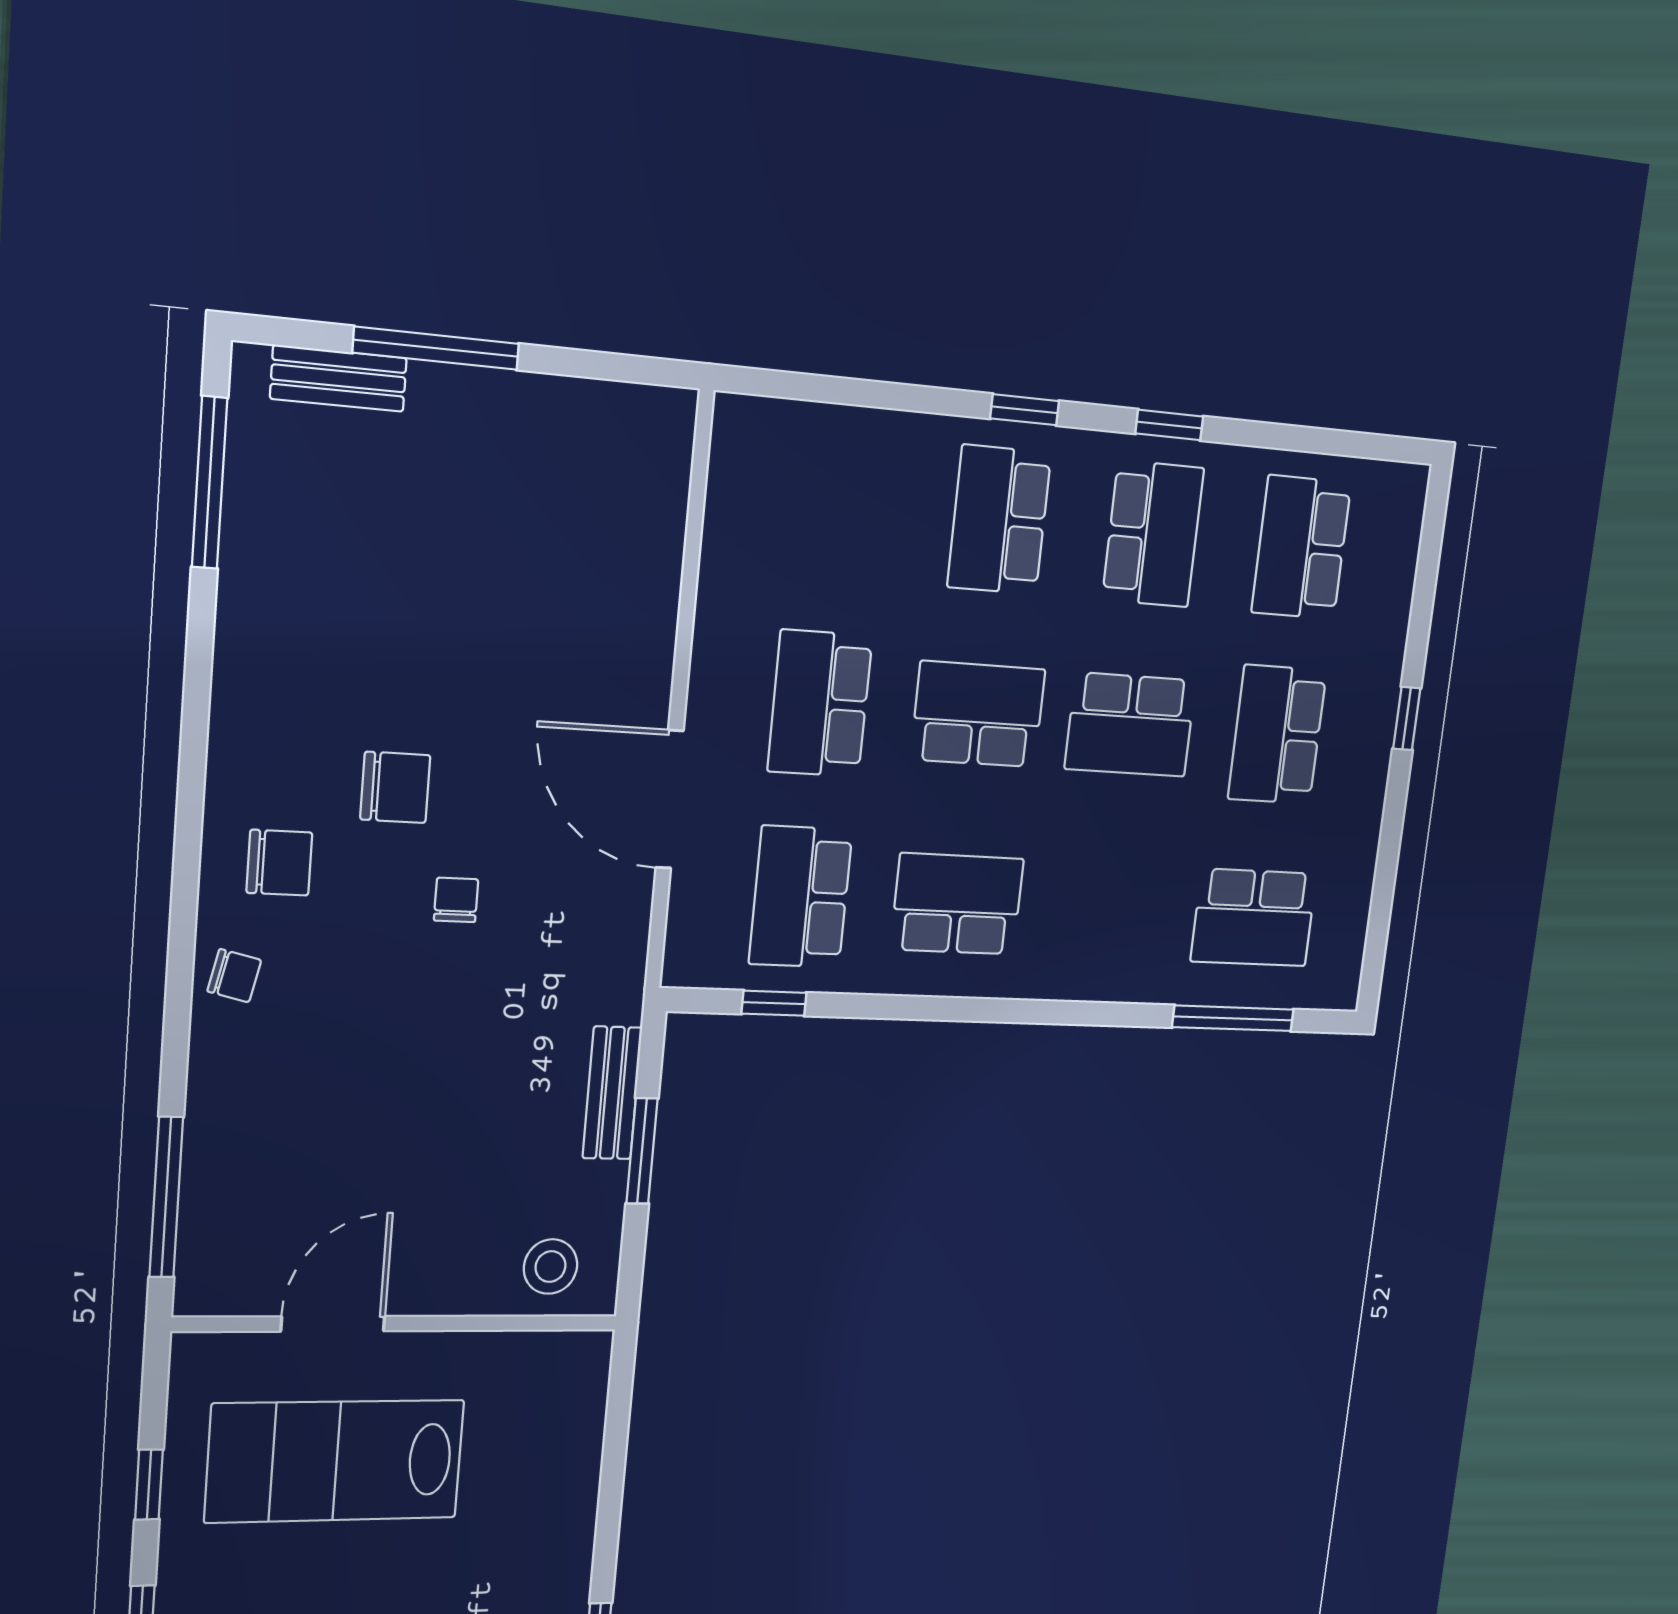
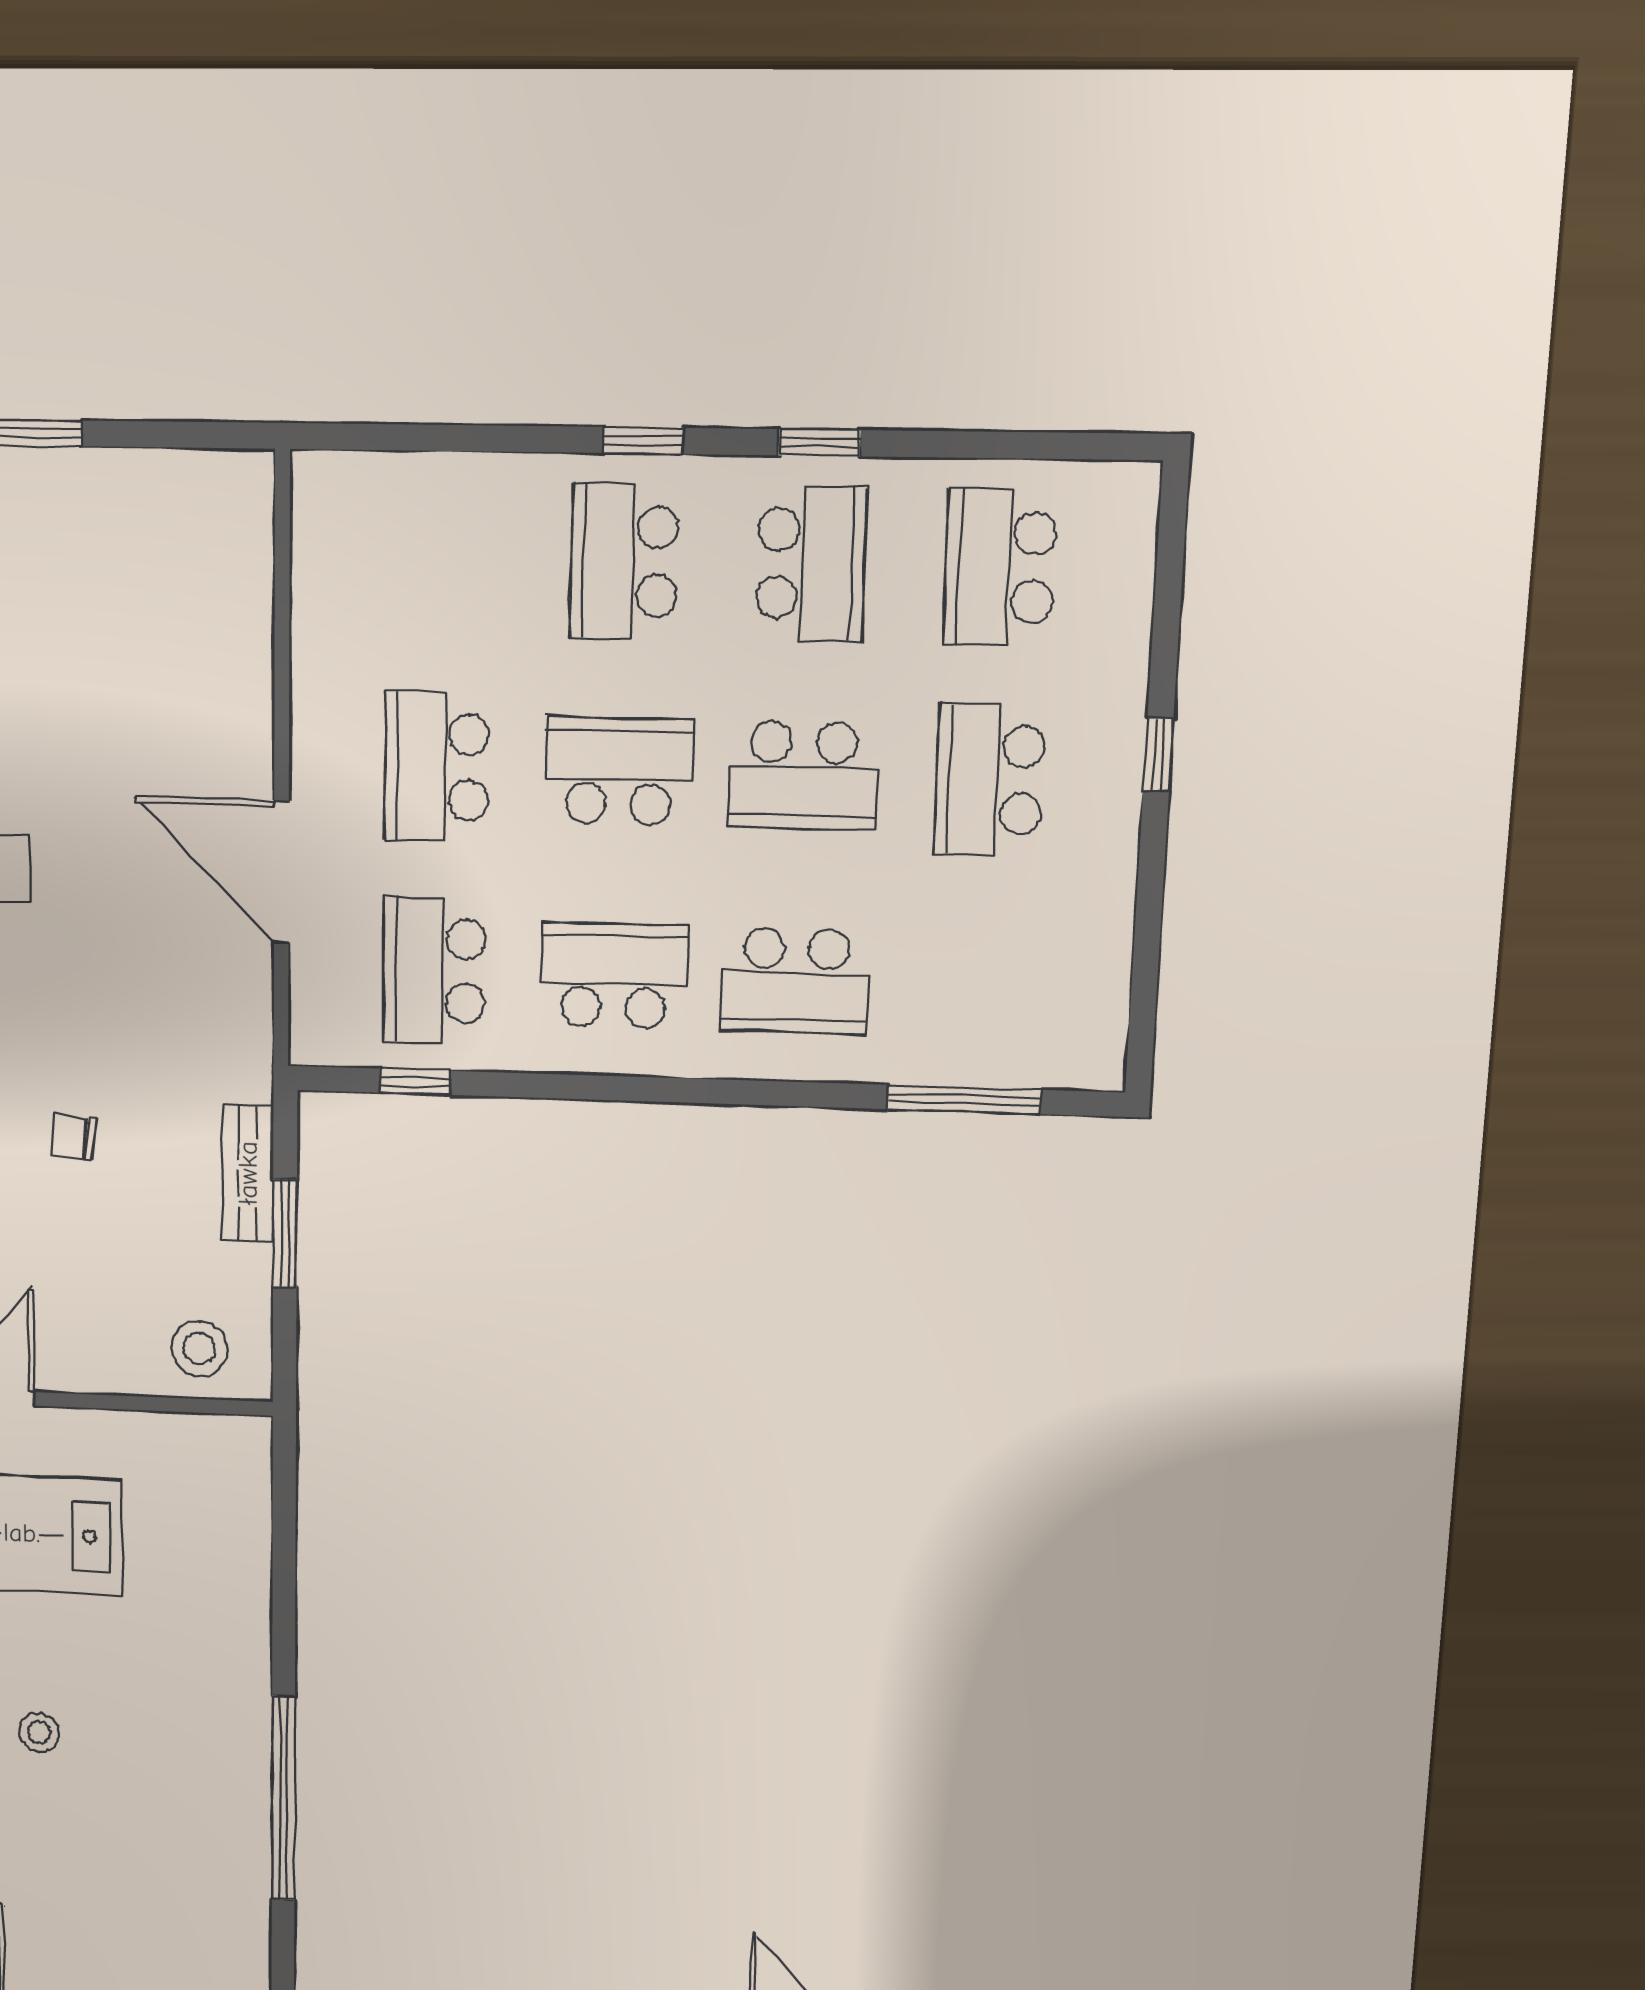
chair: (456, 900) -> (74, 1137), moved, turned -84
school desk: (1254, 917) -> (795, 981), moved

